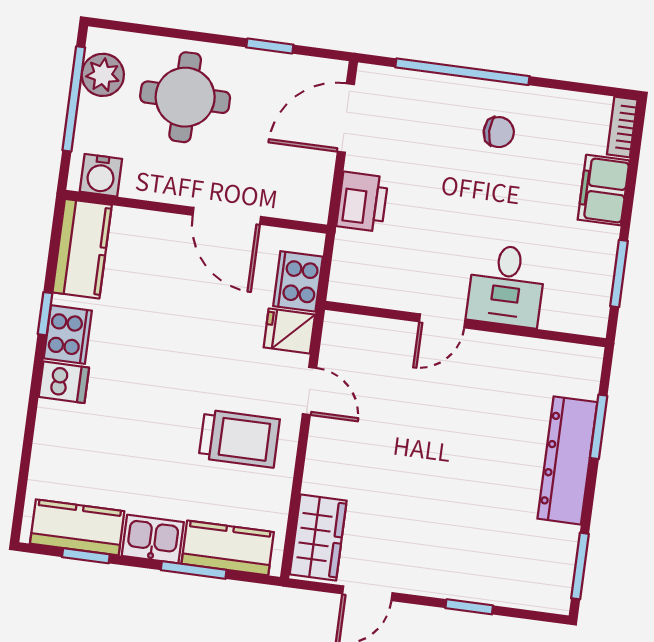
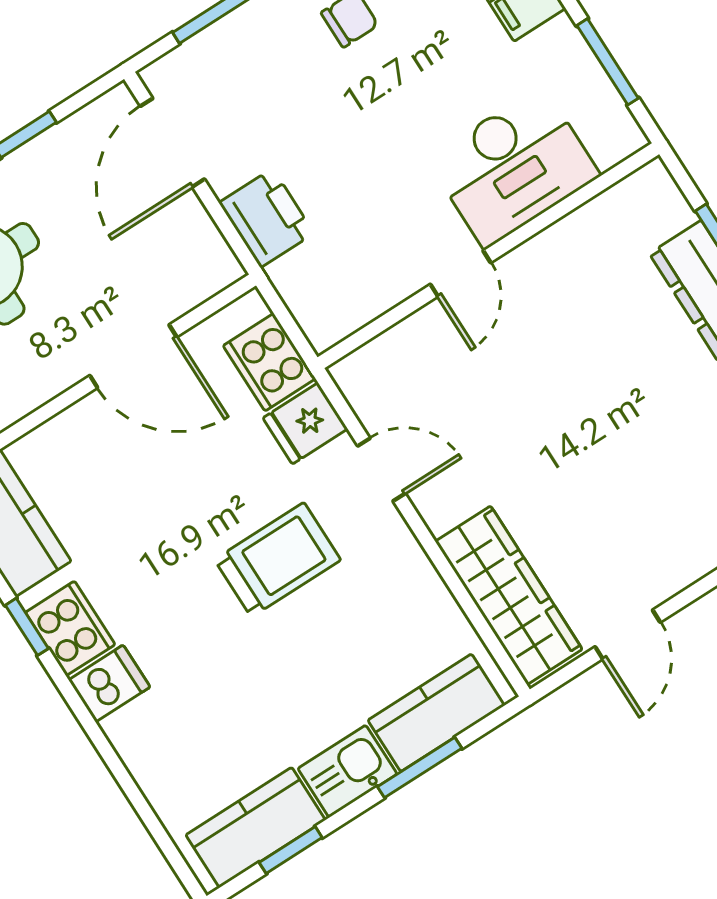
desk: (506, 286) -> (513, 167), width x1.37
trolley: (239, 439) -> (278, 560), moved
wardrobe: (318, 538) -> (509, 595), width x1.50

